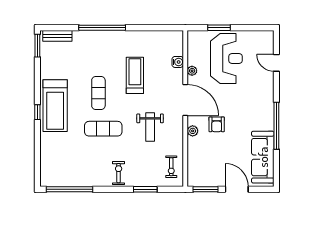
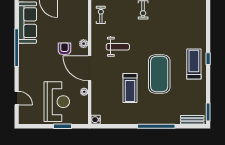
reception desk: (226, 59) -> (57, 102), turned 180
water cooler: (178, 62) -> (96, 120), moved
exercise mat: (98, 93) -> (159, 74), width x2.00, depth x1.45
treadmill: (55, 106) -> (194, 64), width x0.73, depth x0.73
weight bench: (150, 127) -> (118, 47), turned 90
exercise mat: (103, 129) -> (155, 45), removed

